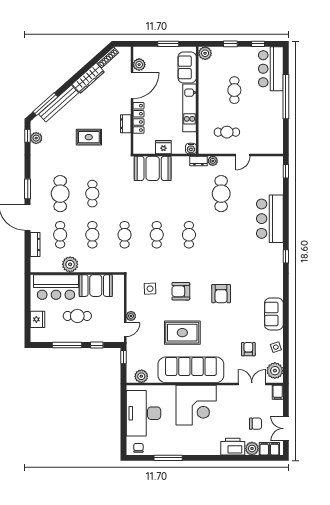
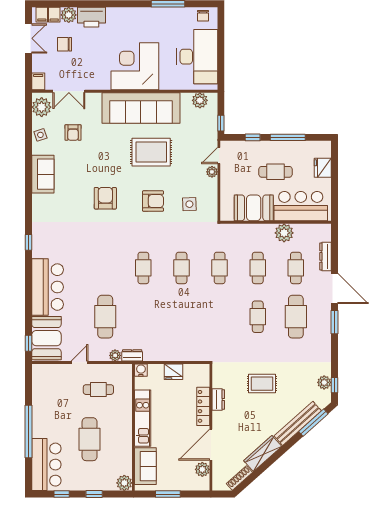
cafe table: (234, 90) -> (90, 439), width x1.37, depth x1.35
booth: (153, 168) -> (46, 338), moved, turned 90

